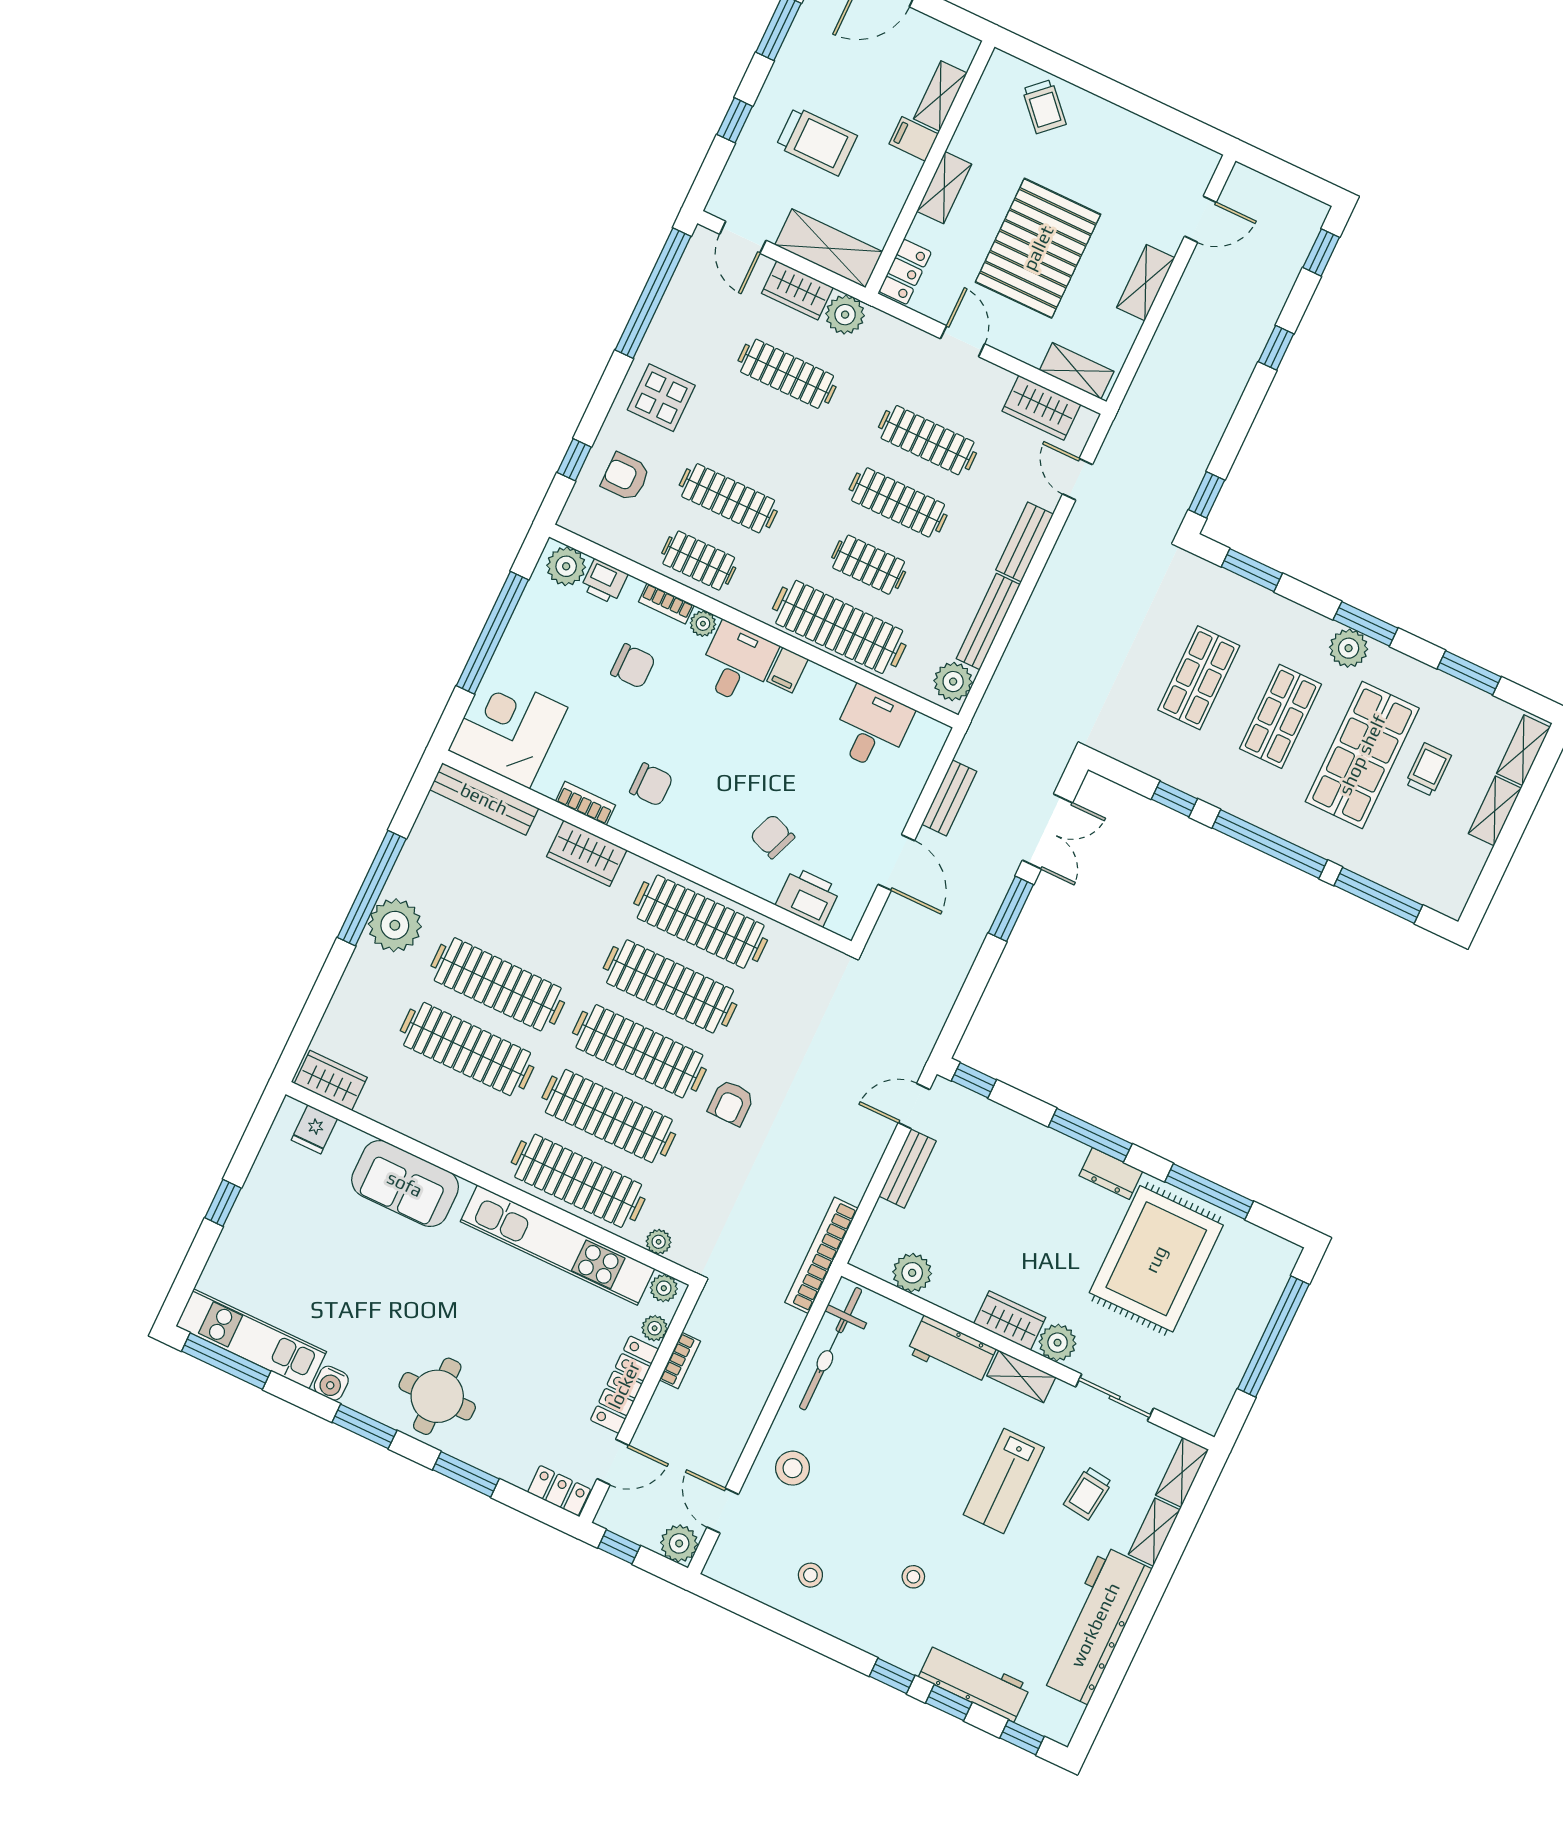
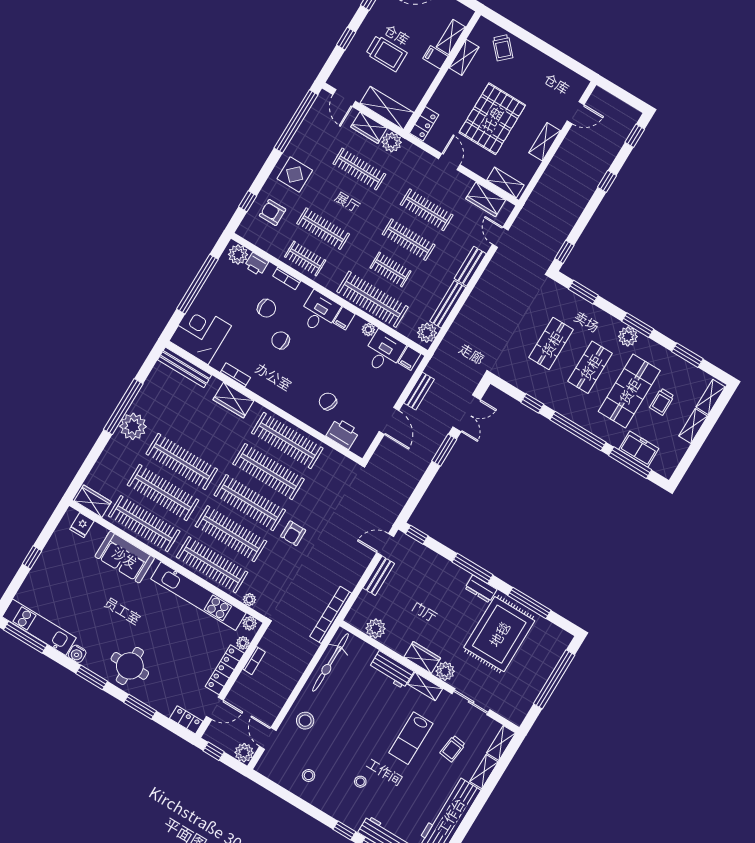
shelving: (944, 188) -> (464, 57), moved
plant: (703, 624) -> (368, 330), moved
filing cabinet: (924, 735) -> (409, 358), added
trolley: (1428, 770) -> (662, 402), turned 180
chair: (651, 785) -> (281, 340), moved, turned 180
freezer: (1393, 867) -> (639, 449), added
clothes rail: (436, 1114) -> (144, 524), added

